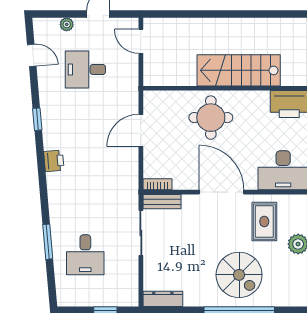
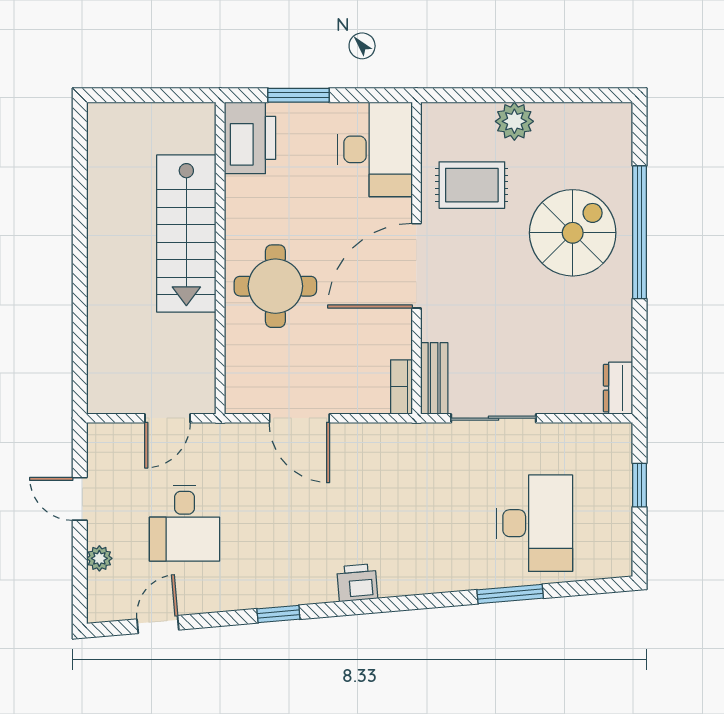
door: (141, 41) -> (168, 418), moved
desk: (85, 255) -> (535, 523), width x1.37
dresser: (163, 299) -> (618, 388), width x0.70

